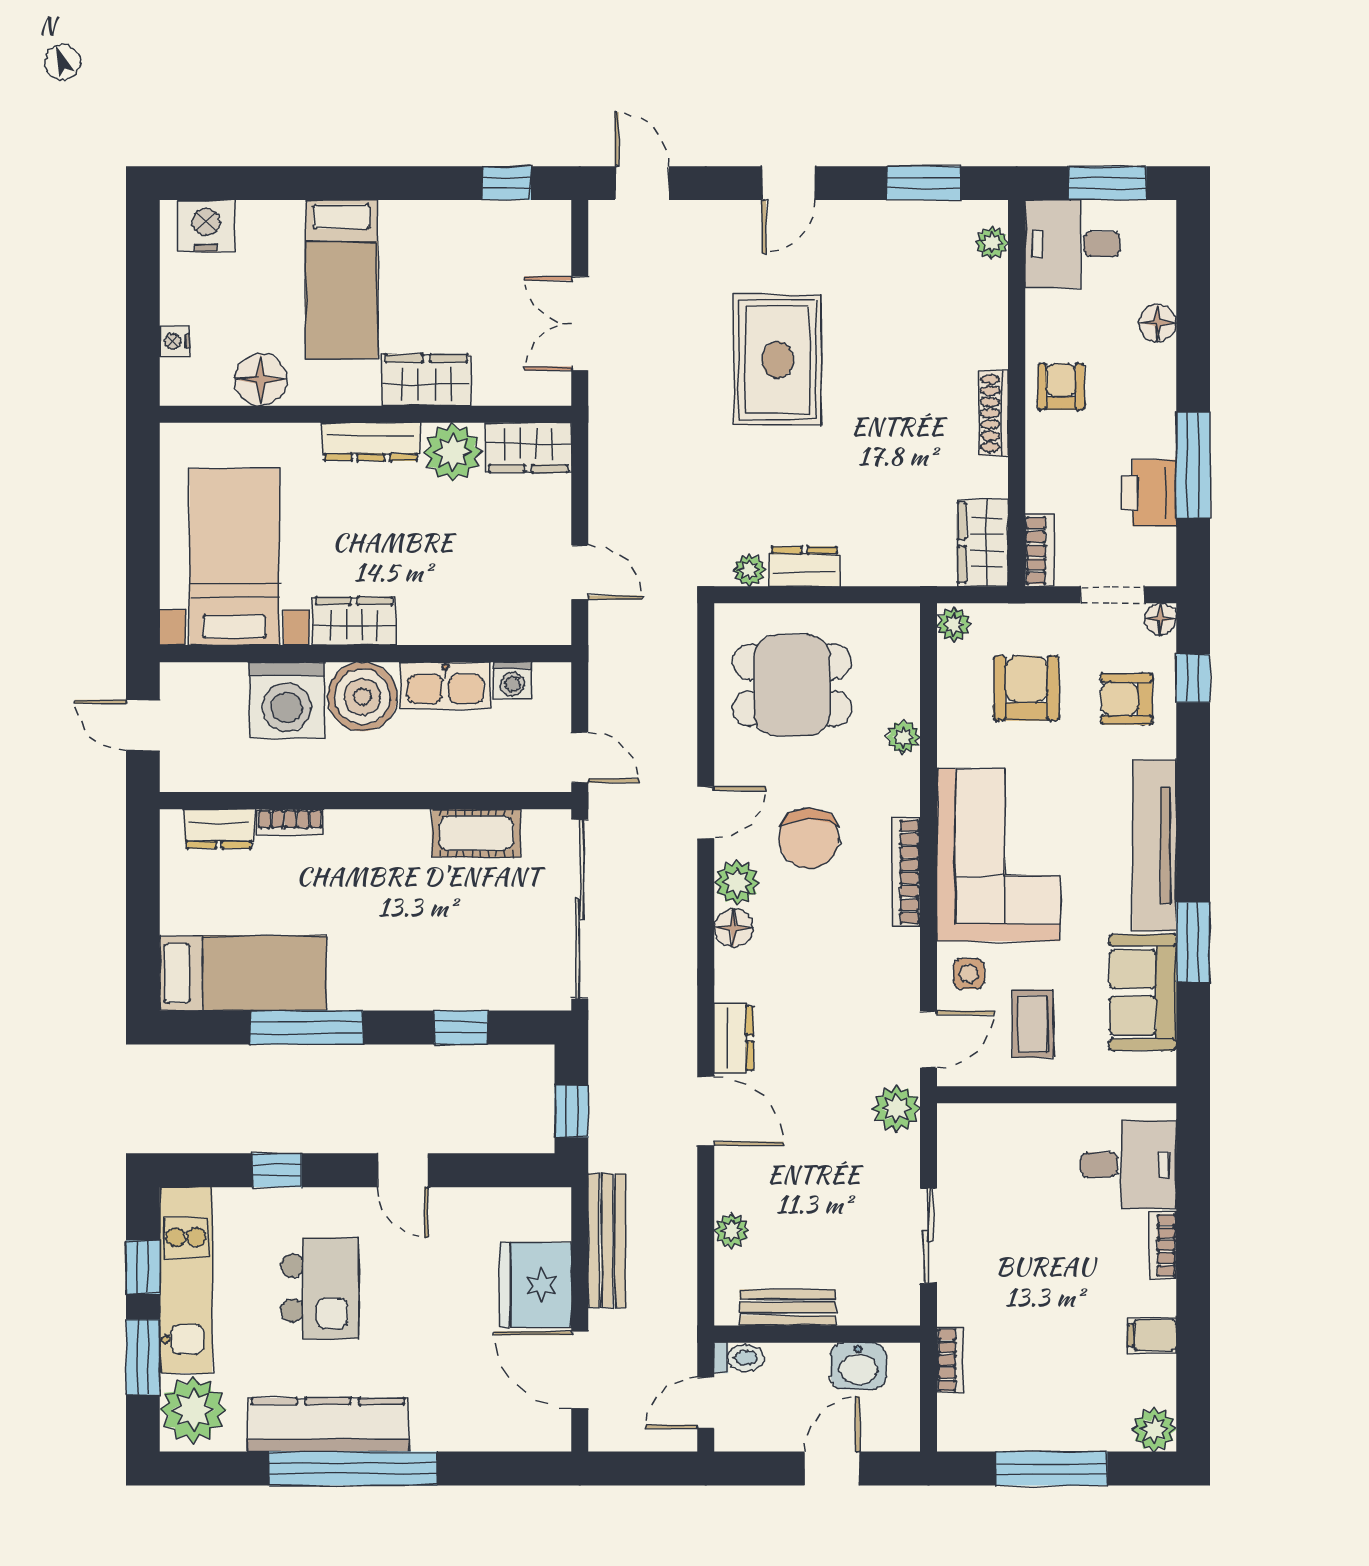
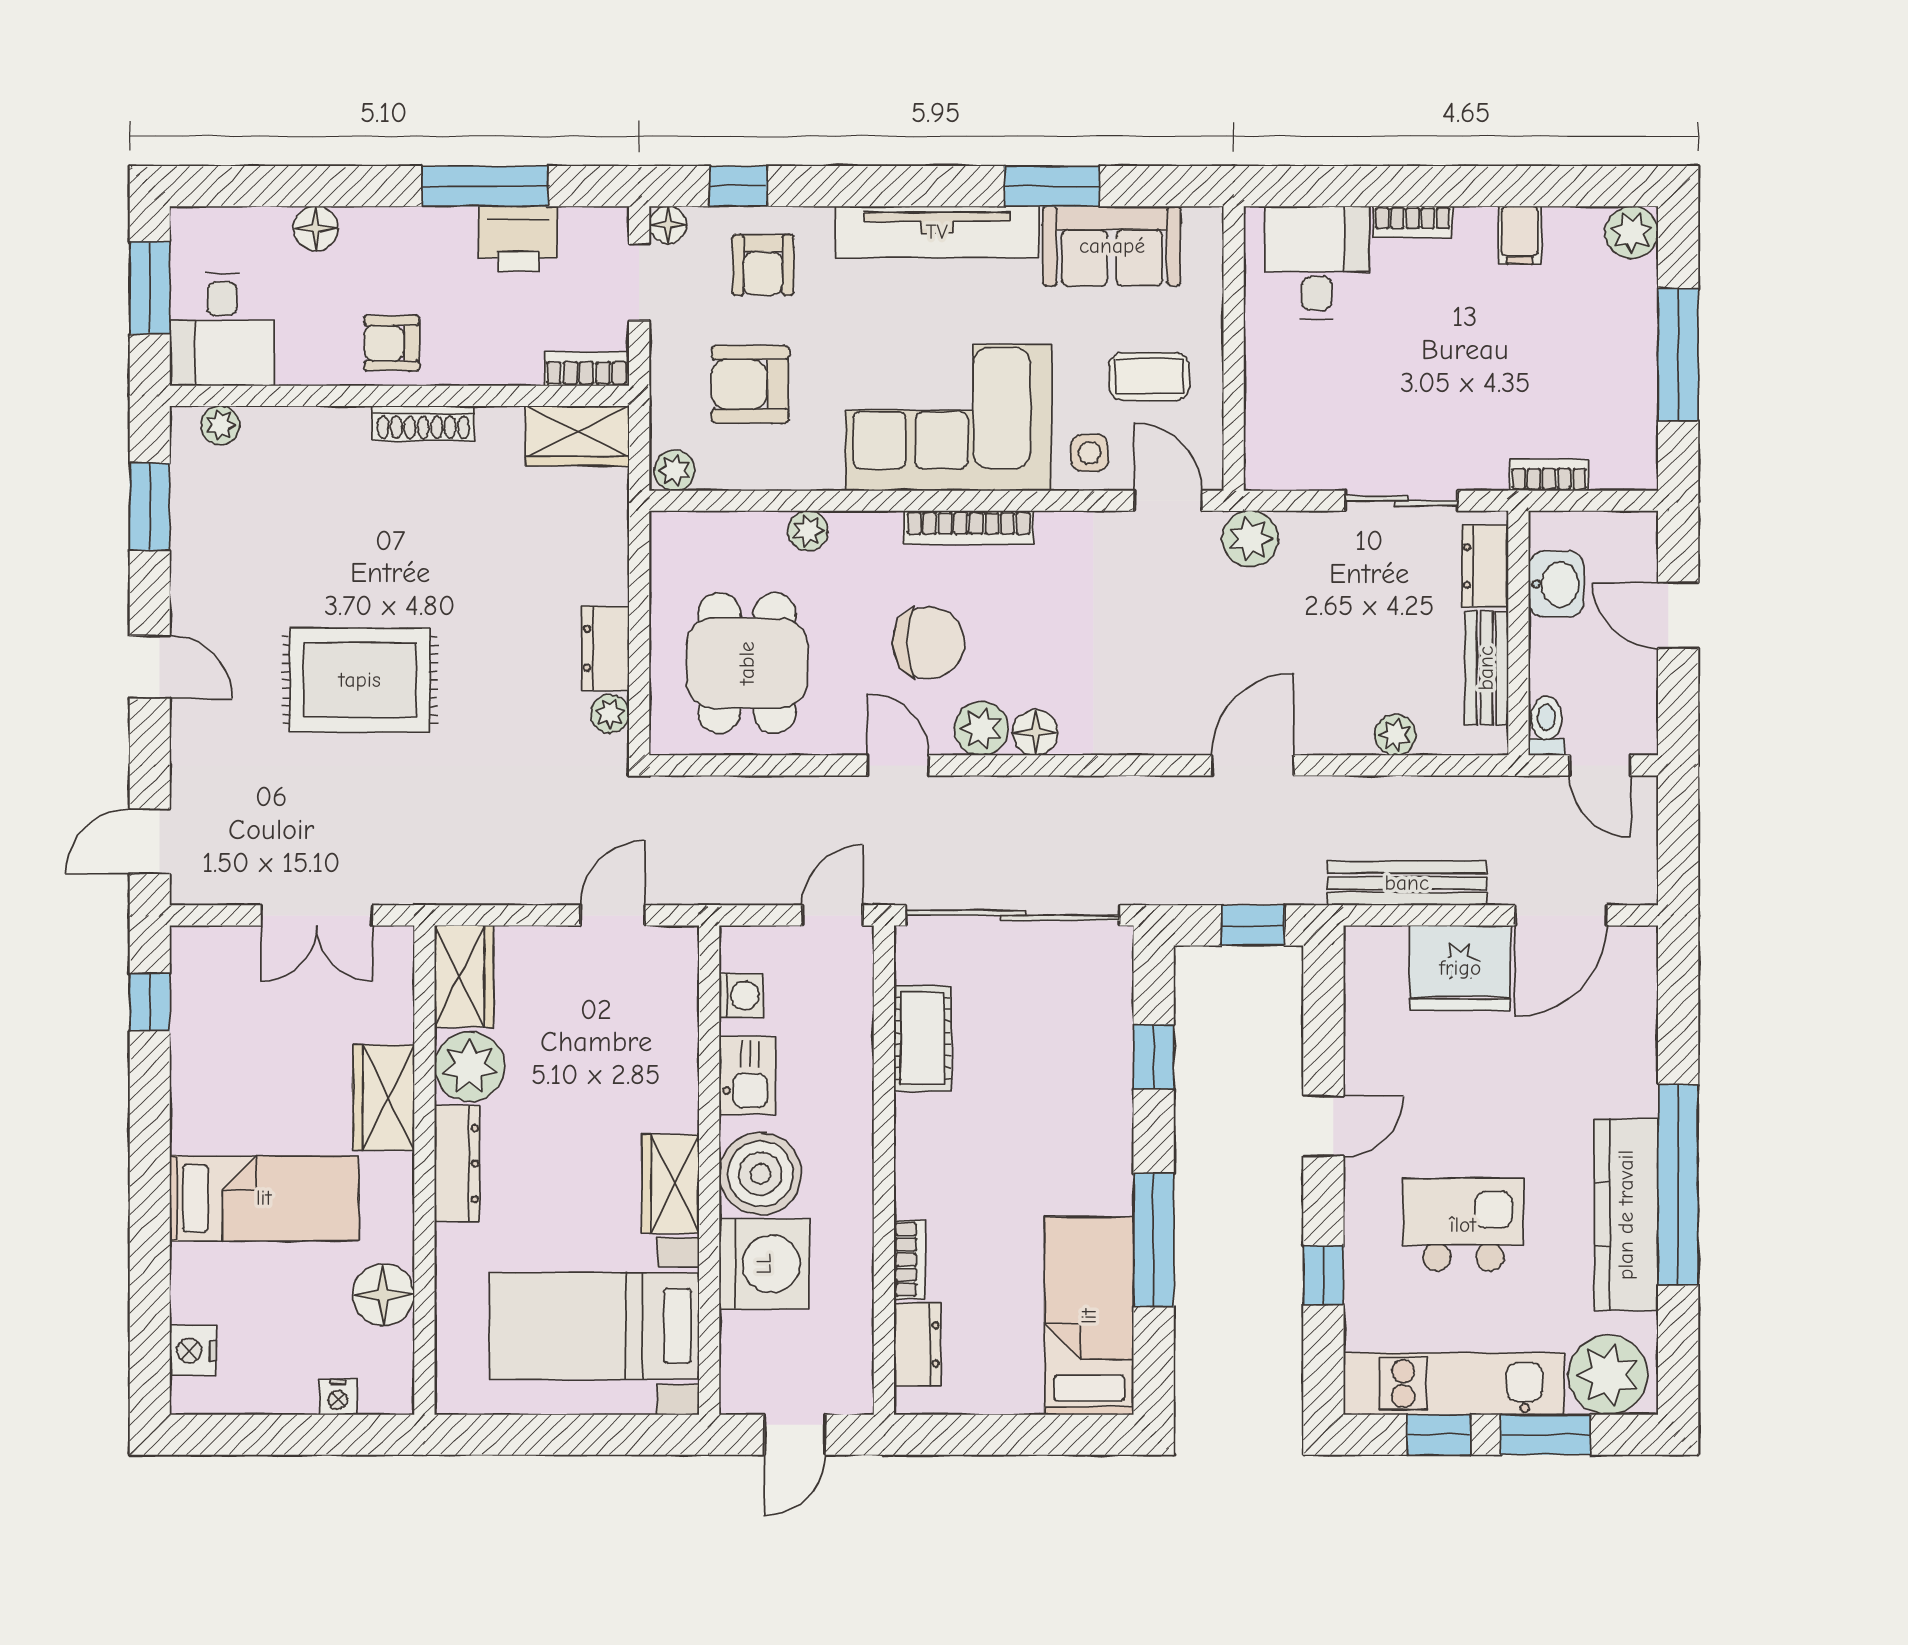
nightstand: (206, 226) -> (193, 1351), width x0.74, depth x0.75
kitchen sink: (445, 686) -> (747, 1075), width x0.73
dresser: (734, 1038) -> (1485, 566), moved, turned -90

